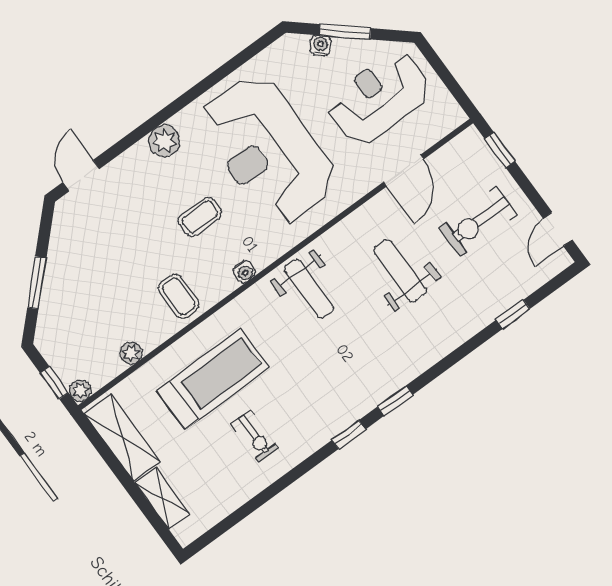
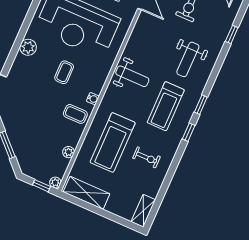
weight bench: (400, 271) -> (188, 59), moved, turned -90
water cooler: (244, 272) -> (93, 99), moved
treadmill: (336, 370) -> (166, 106), added
treadmill: (213, 379) -> (113, 143), turned 180
shelving: (162, 498) -> (143, 211), moved, turned 90

